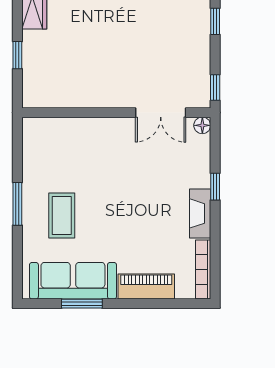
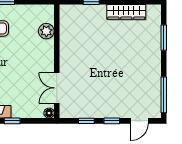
window: (215, 87) -> (86, 121), moved
plant: (66, 130) -> (46, 31), added

